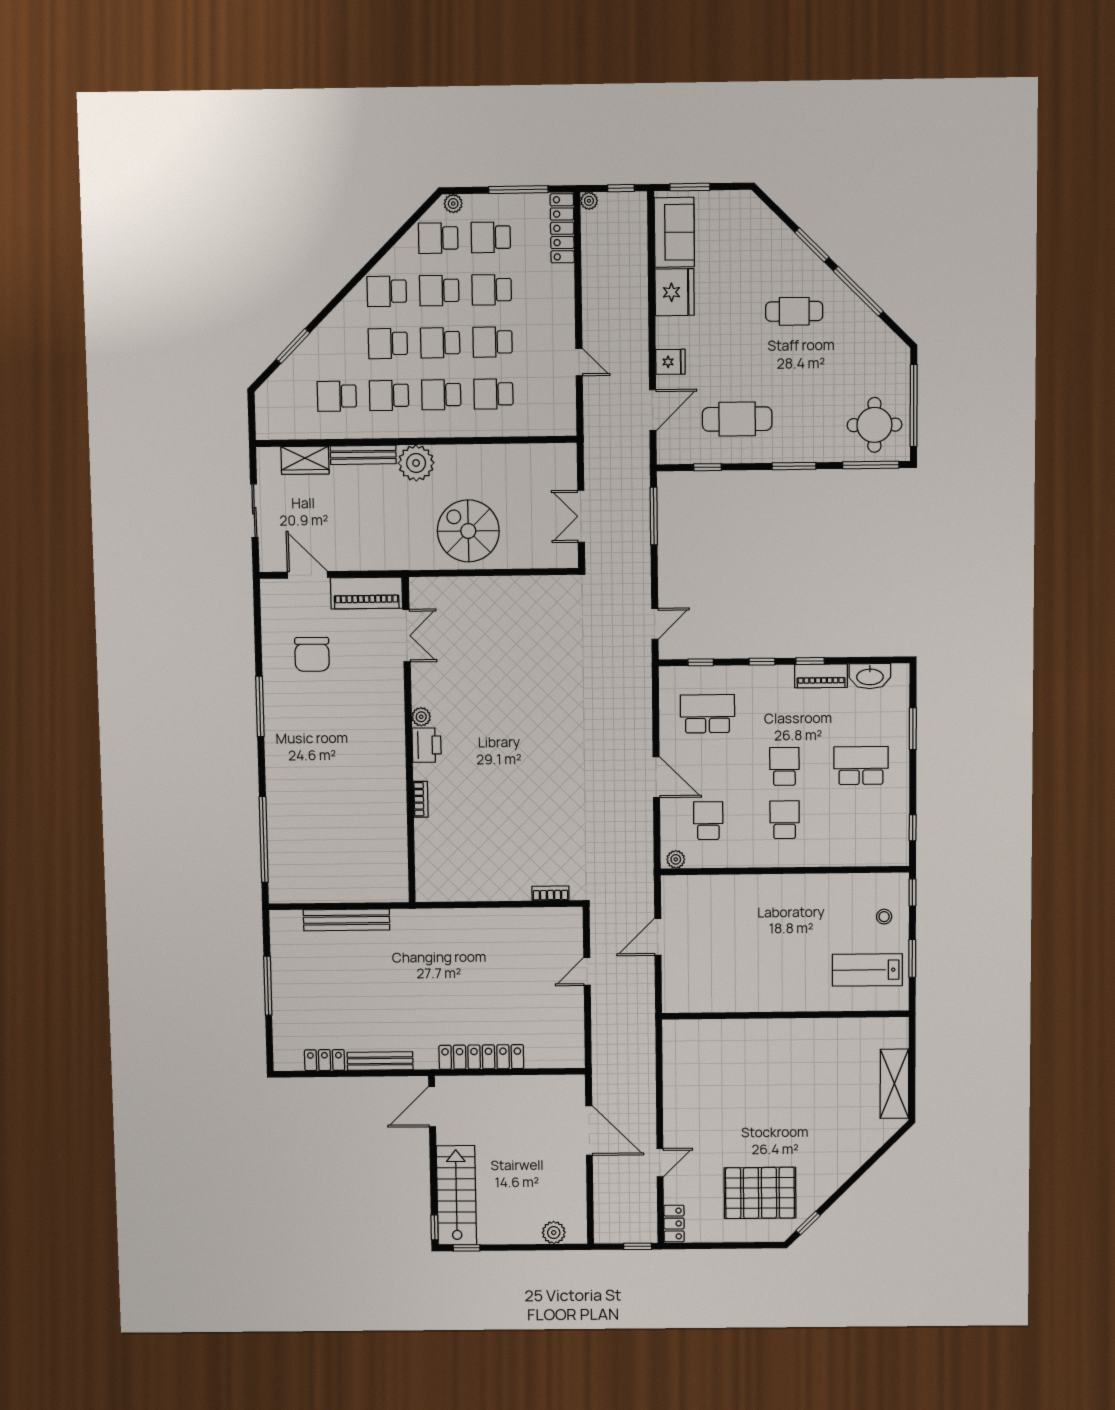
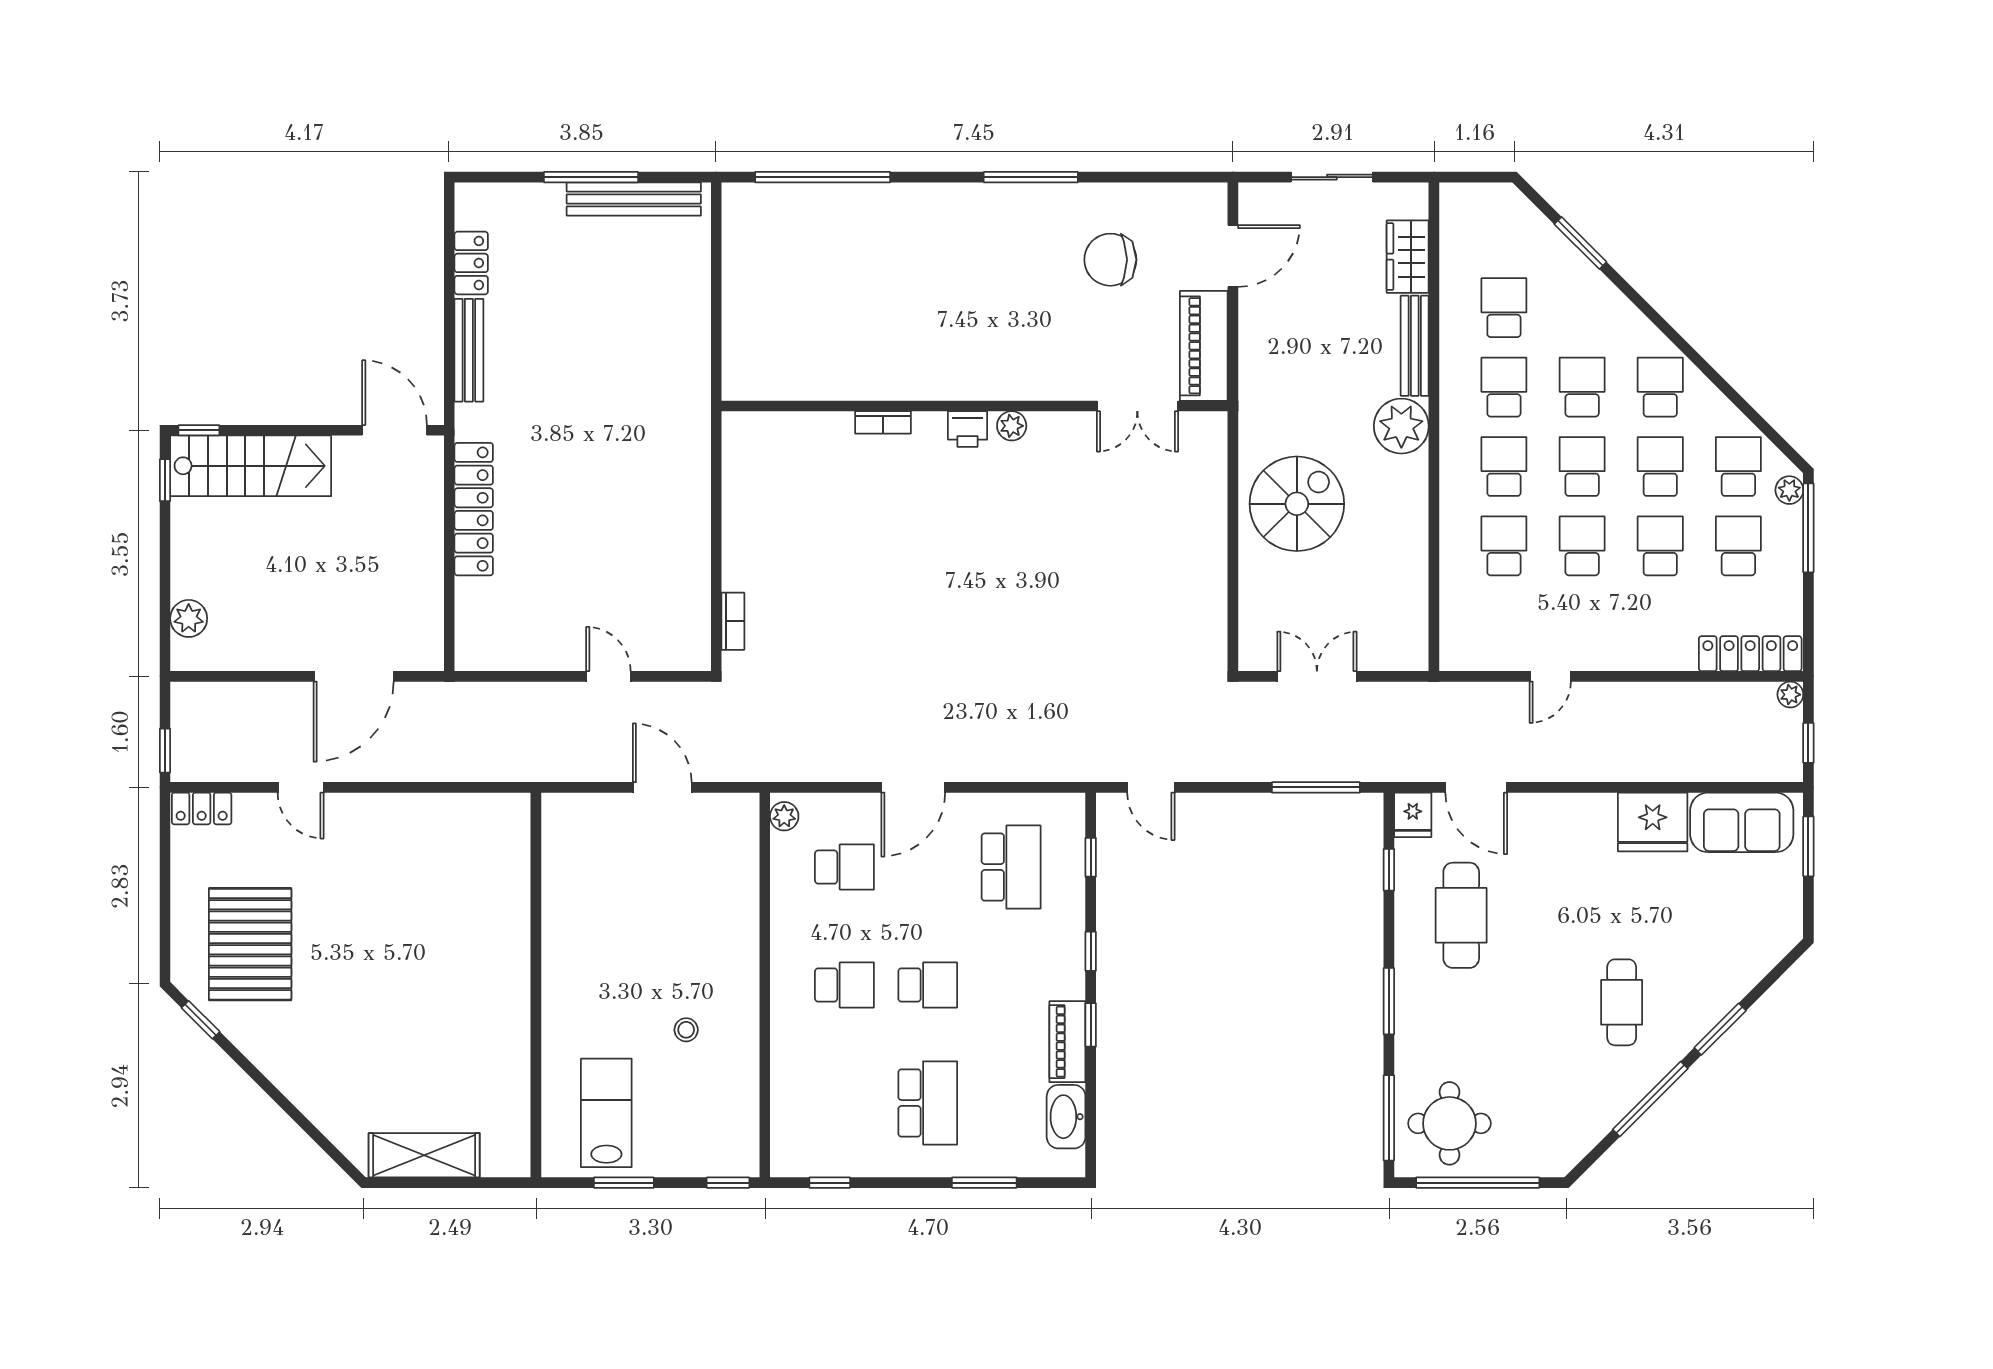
window: (518, 190) -> (1808, 528), moved
fridge: (670, 362) -> (1413, 815), moved
printer: (427, 745) -> (968, 429), width x0.73, depth x0.81
stool: (884, 917) -> (686, 1030), moved
bench: (346, 920) -> (634, 199), moved, turned 90

